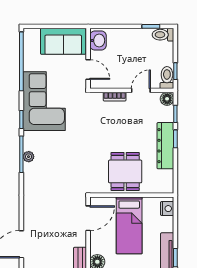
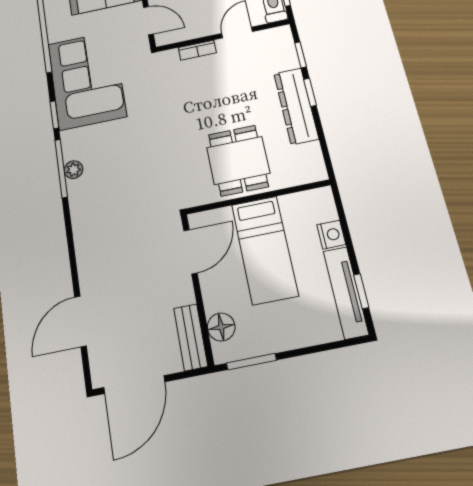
floor lamp: (167, 99) -> (281, 36), removed
nightstand: (167, 209) -> (331, 235), moved

